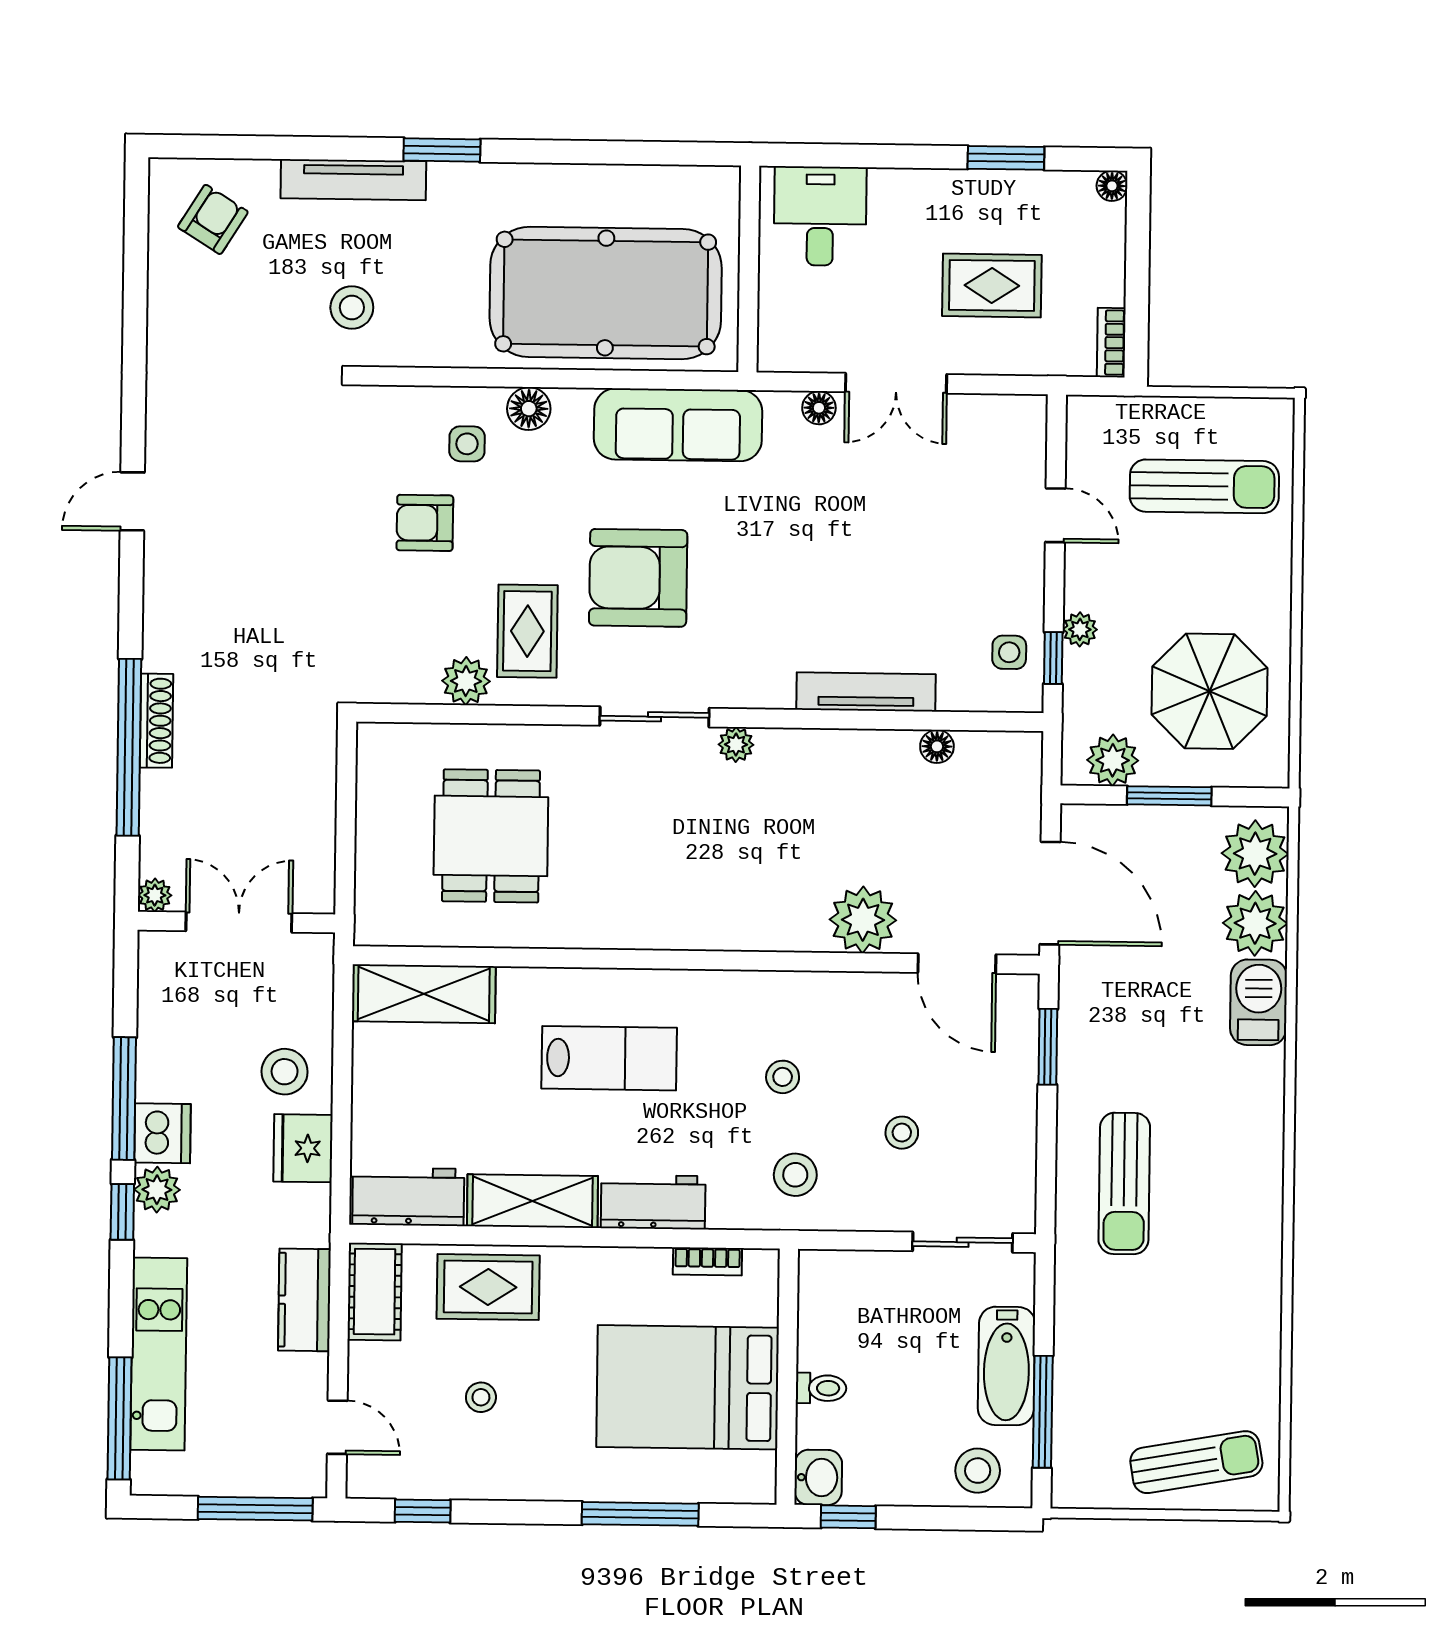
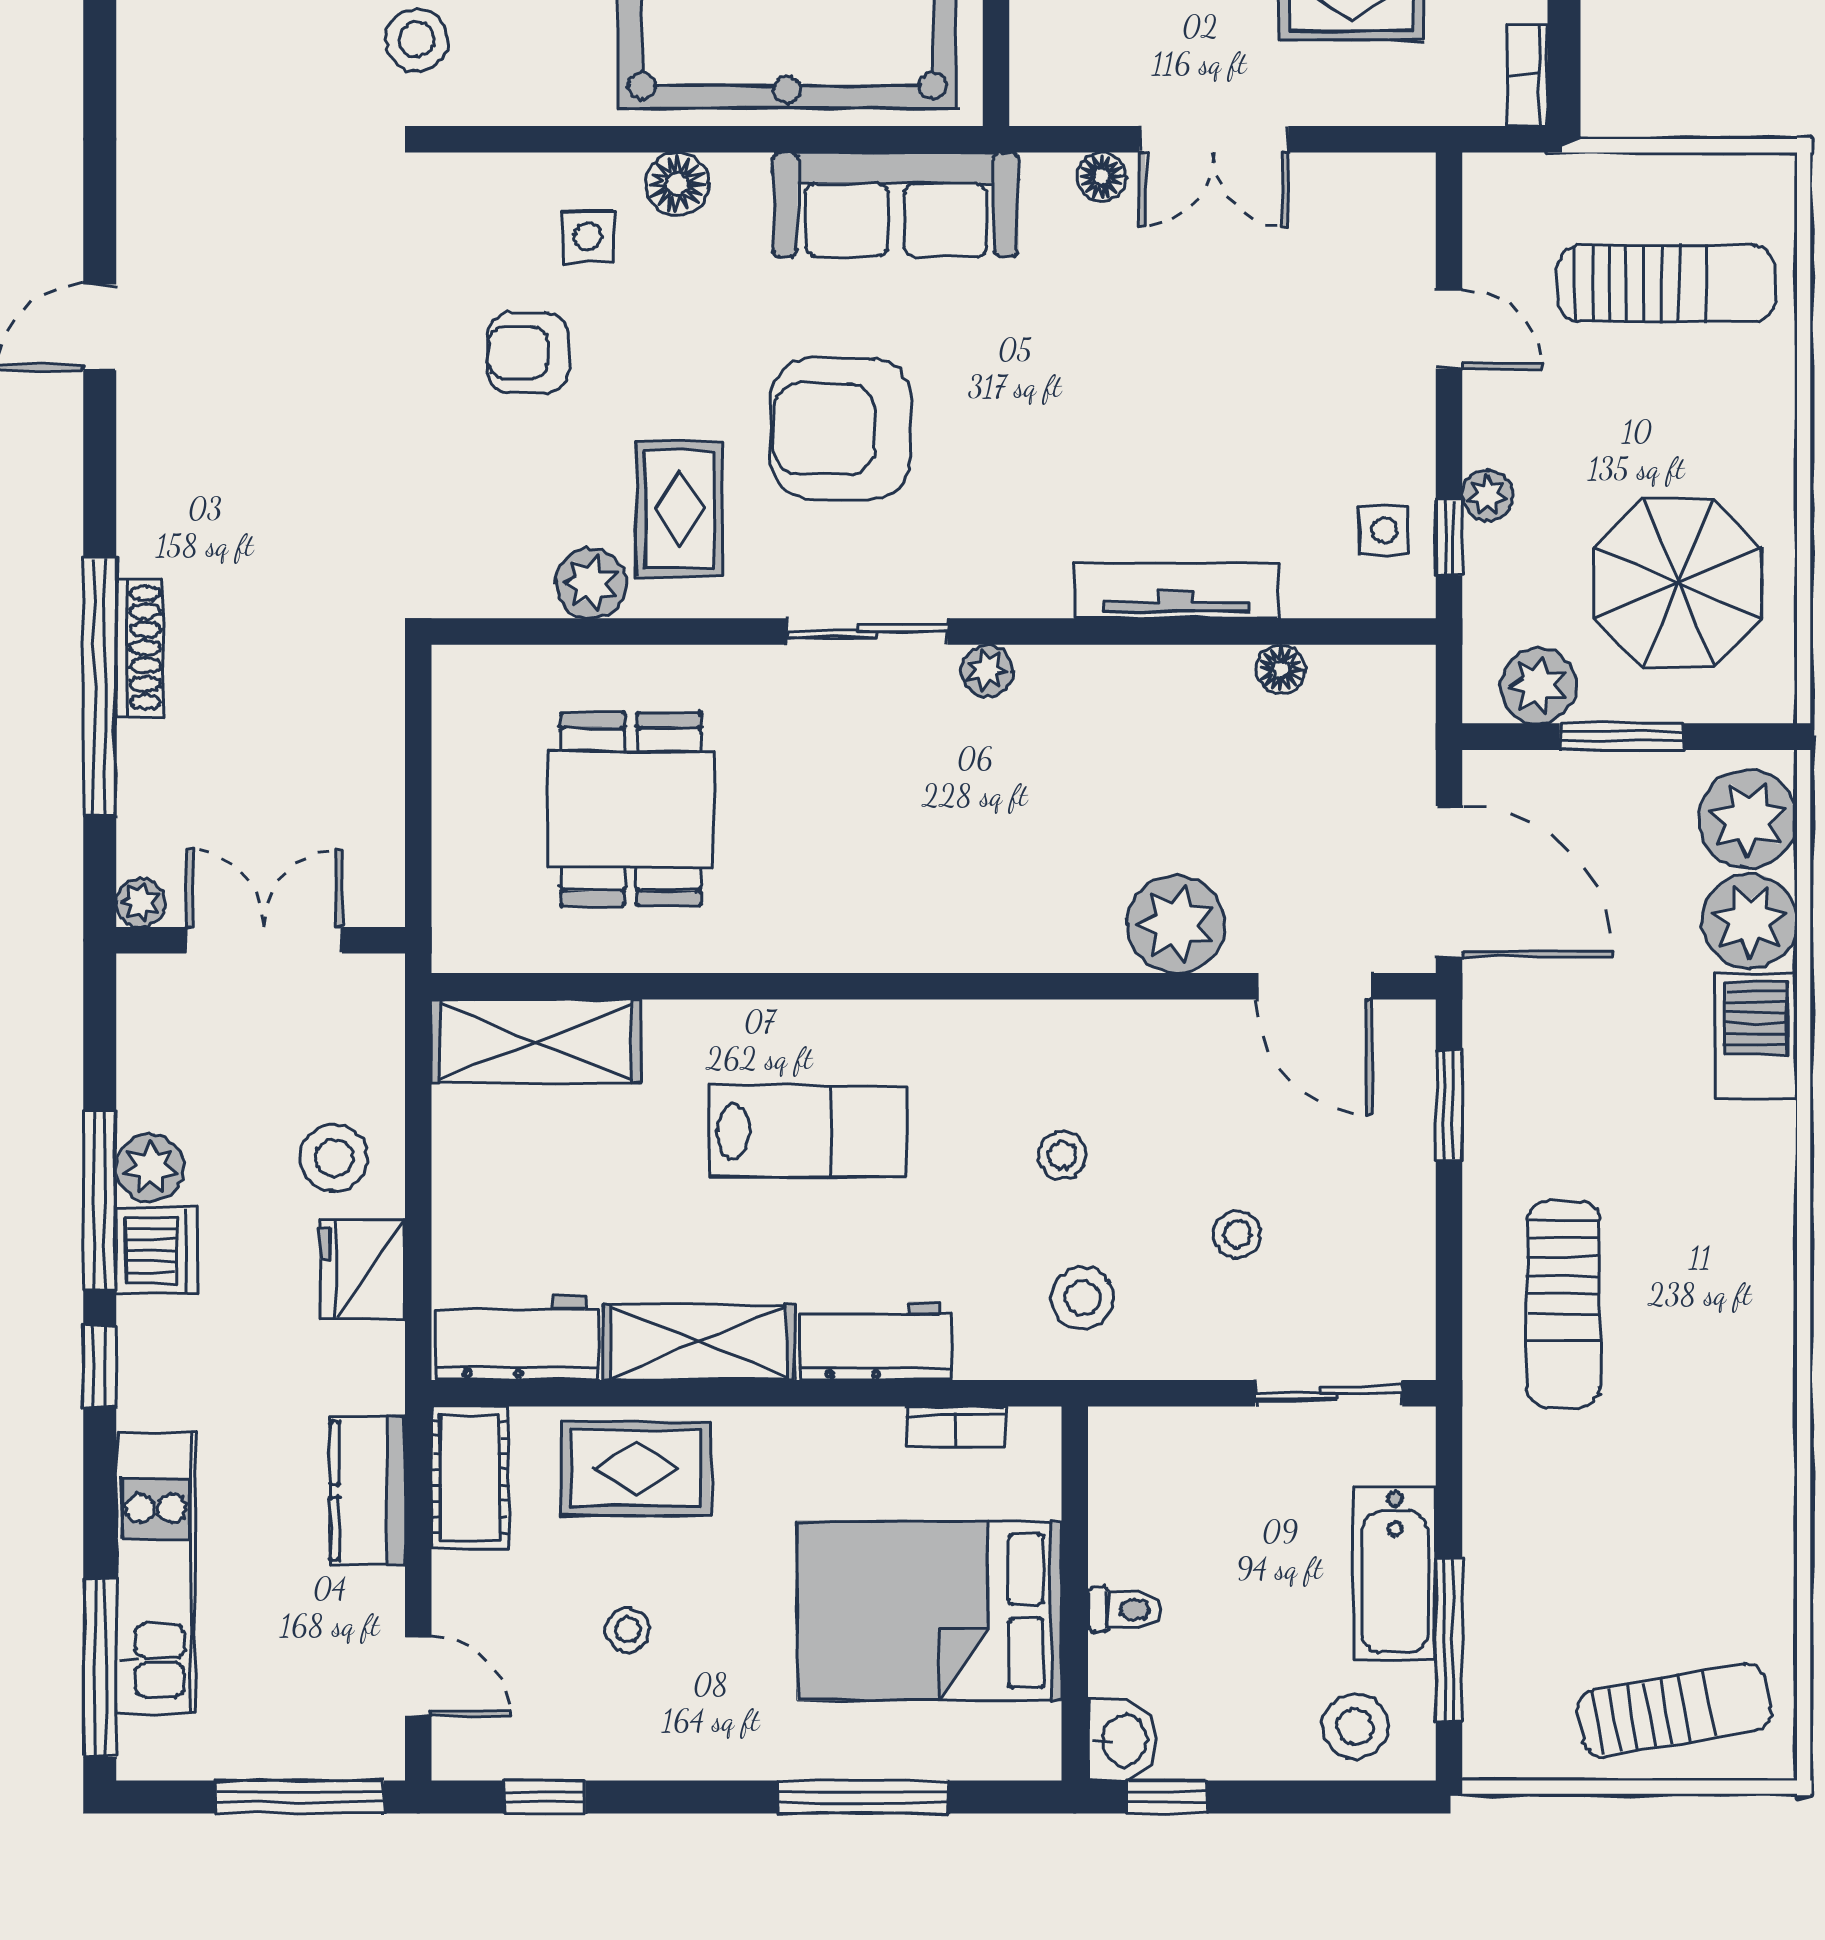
plant: (157, 1190) -> (150, 1168), moved

